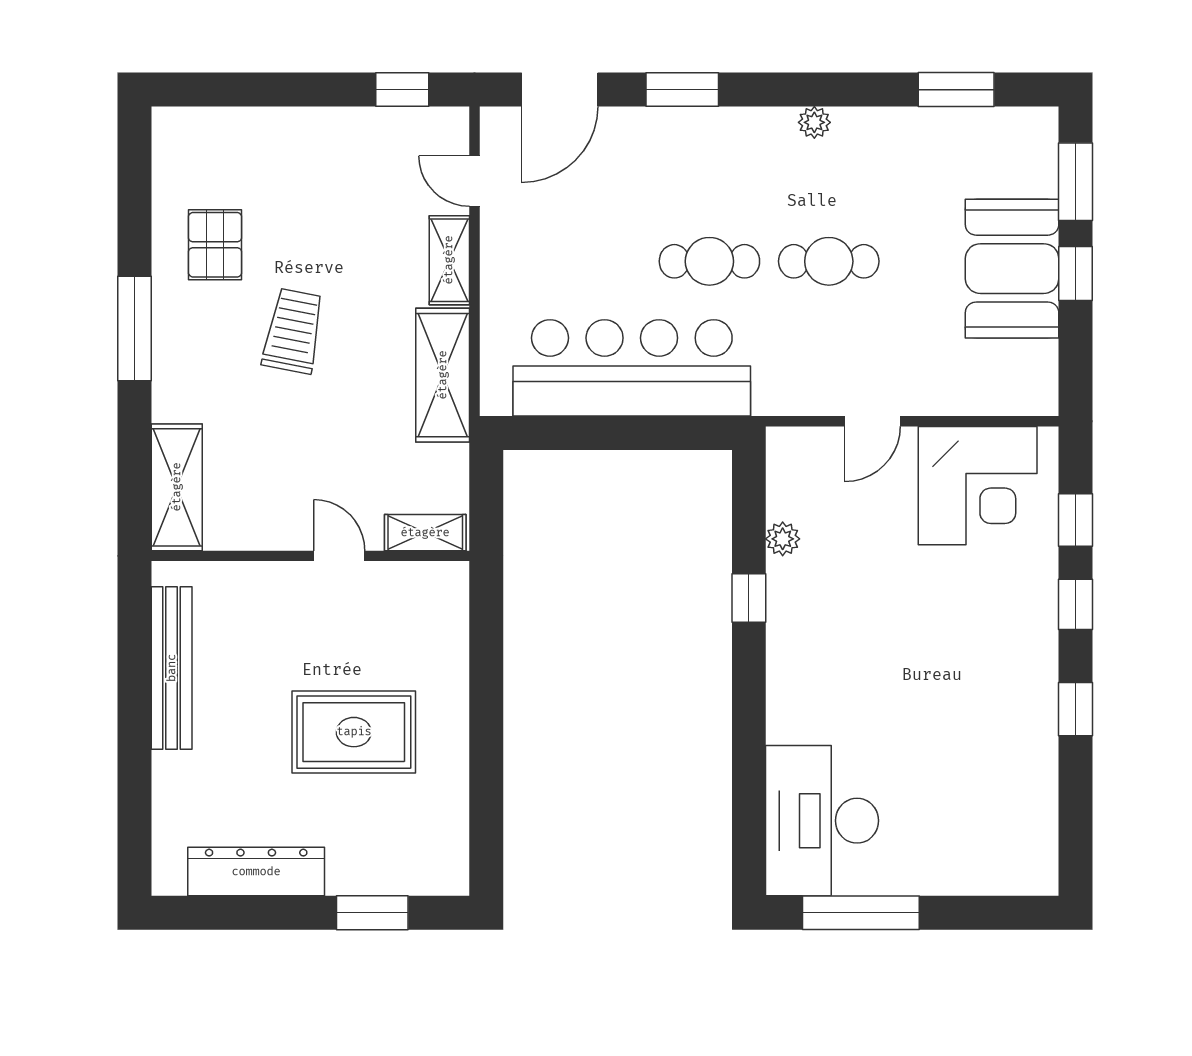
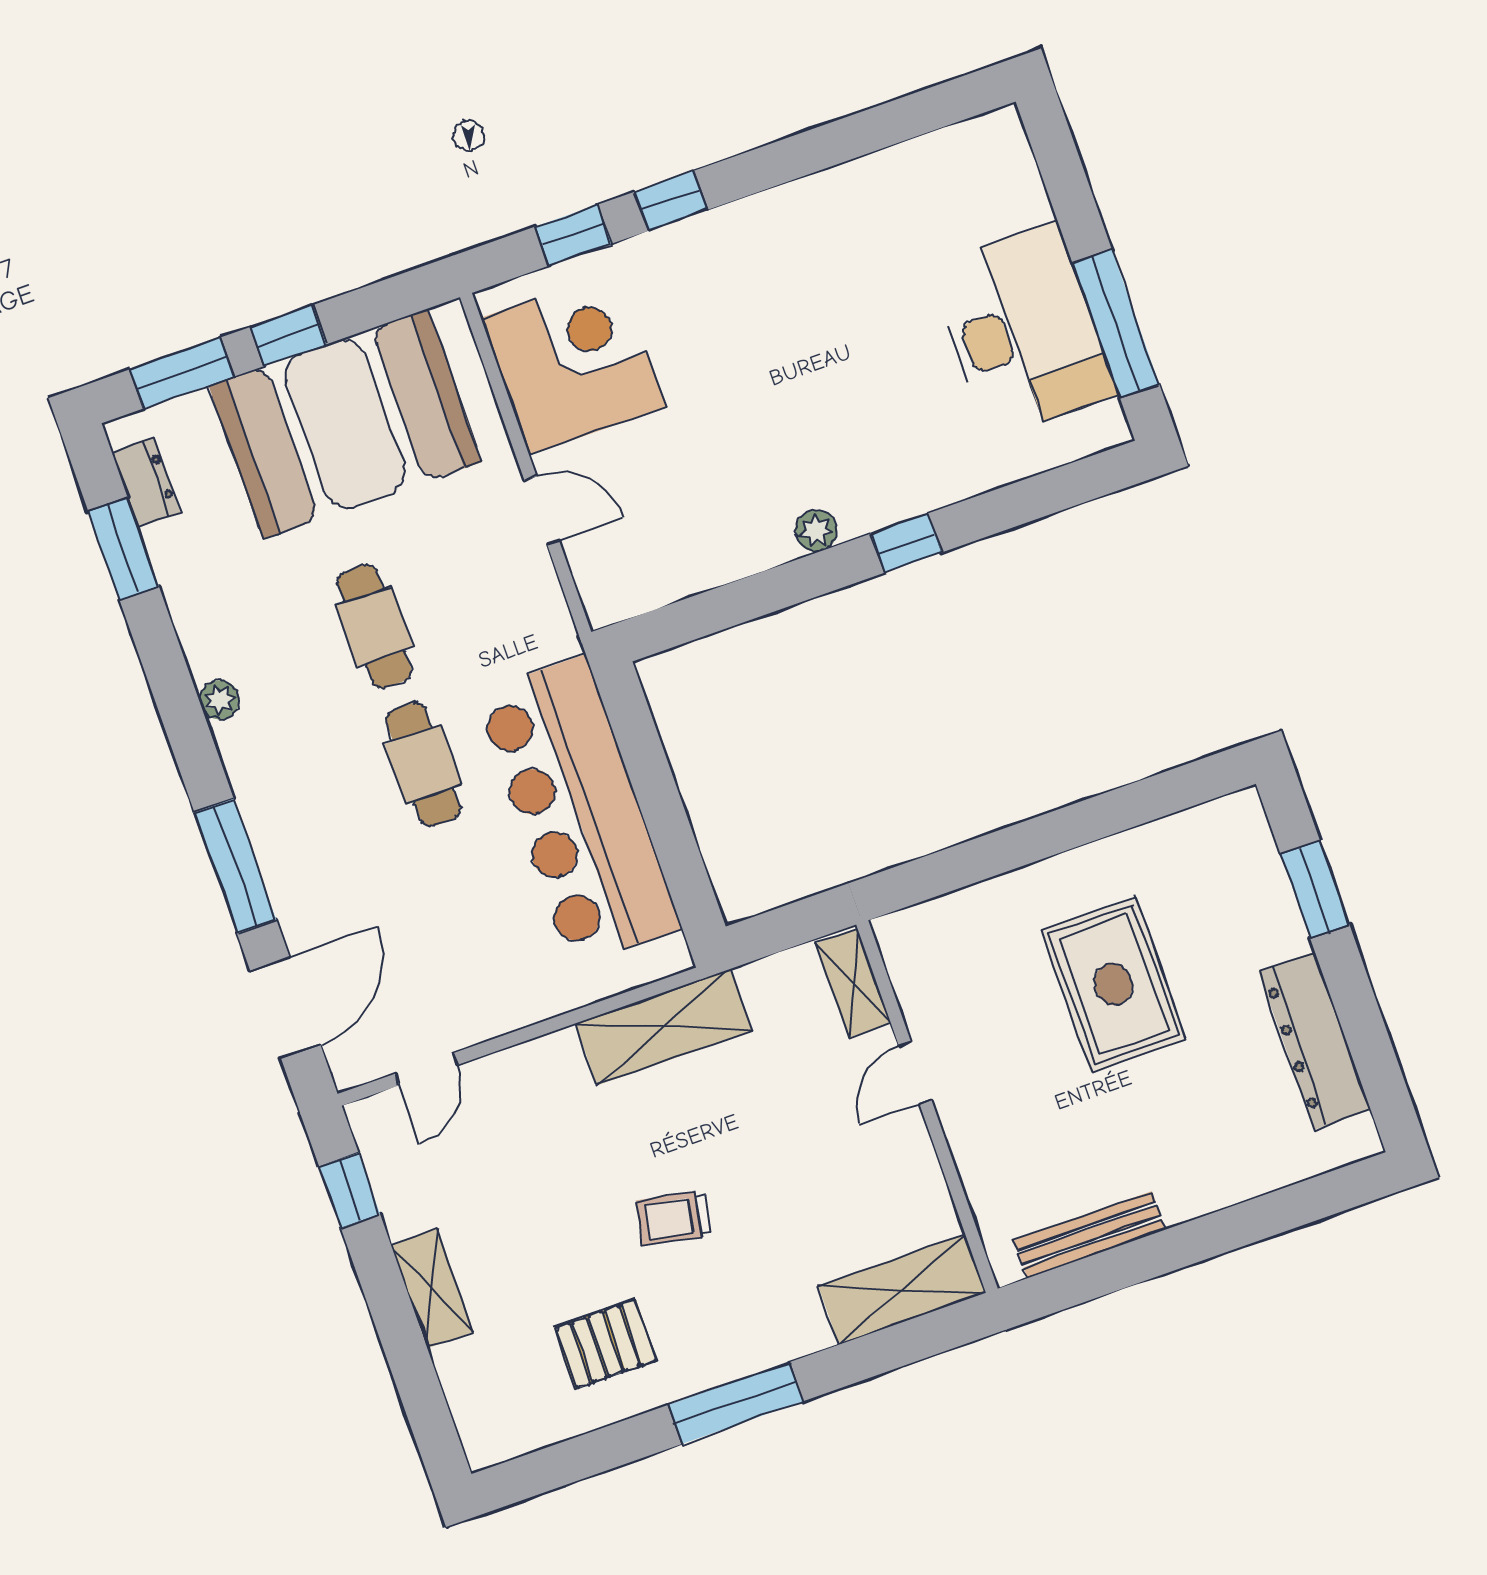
door: (560, 90) -> (285, 1008), hinge flipped
window: (682, 90) -> (235, 866), width x1.44
dresser: (1001, 125) -> (146, 482), added
shelving: (449, 260) -> (432, 1288), moved, turned 90
booth: (1012, 269) -> (345, 424), width x1.36, depth x1.42
trolley: (293, 331) -> (674, 1218), width x0.73, depth x0.72
plant: (783, 539) -> (816, 531), moved
window: (749, 598) -> (906, 543), moved
bench: (172, 668) -> (1090, 1235), width x0.73, depth x0.82
window: (1075, 709) -> (792, 158), removed
desk: (822, 821) -> (1023, 331), moved, turned -90

